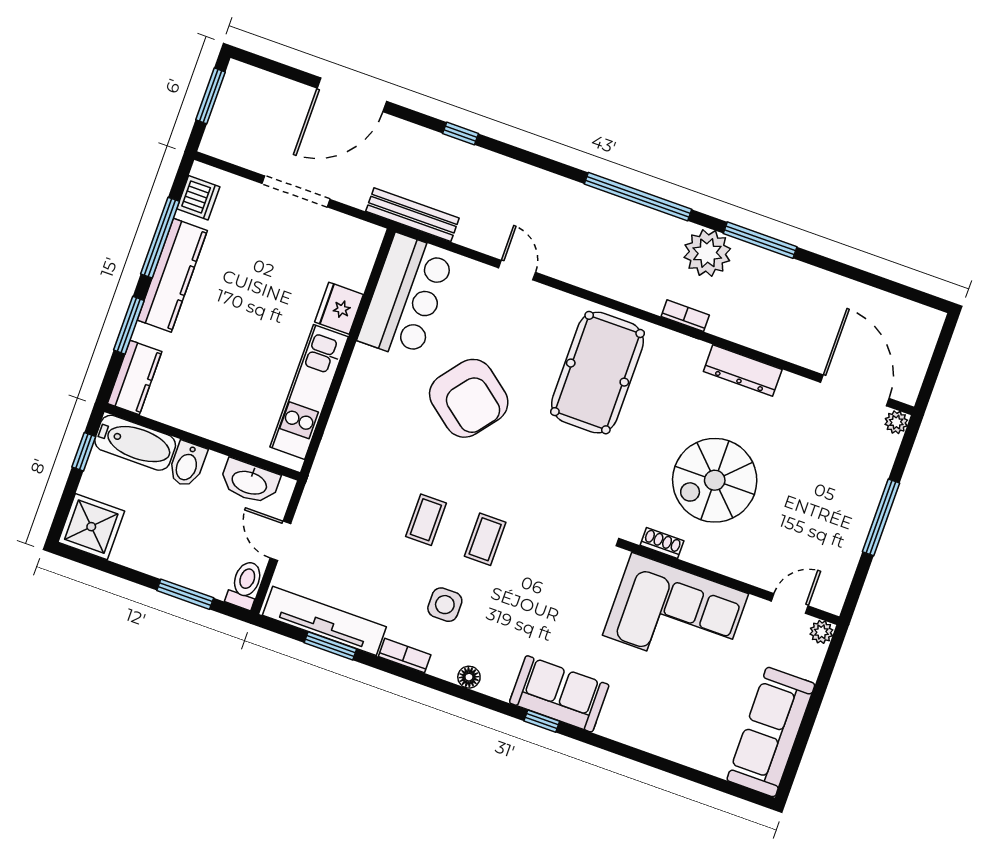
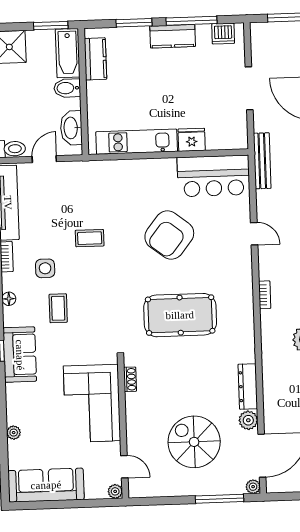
door: (517, 270) -> (254, 234), hinge flipped
kitchen counter: (172, 275) -> (173, 36), width x0.67
bookcase: (685, 316) -> (265, 295), moved
pool table: (598, 373) -> (180, 315), moved
kitchen counter: (135, 377) -> (95, 59), moved, turned -90
plant: (794, 390) -> (248, 420), added
window: (84, 452) -> (51, 26), width x1.50
spiral stairs: (715, 480) -> (194, 442), moved
window: (881, 517) -> (219, 499), moved
coffee table: (485, 539) -> (58, 308), moved, turned 90
plant: (673, 749) -> (14, 433), added

